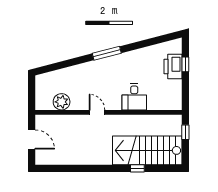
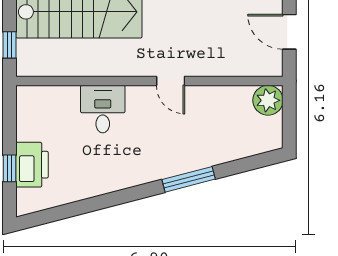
window: (107, 53) -> (189, 179), moved
plant: (62, 102) -> (268, 100), moved

